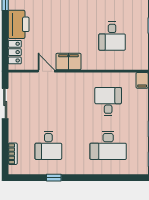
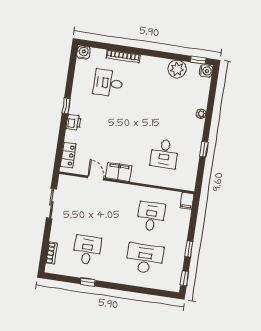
printer: (19, 24) -> (74, 122), width x0.53, depth x0.68
desk: (48, 145) -> (87, 250), turned 180
desk: (108, 145) -> (145, 259), turned 180

